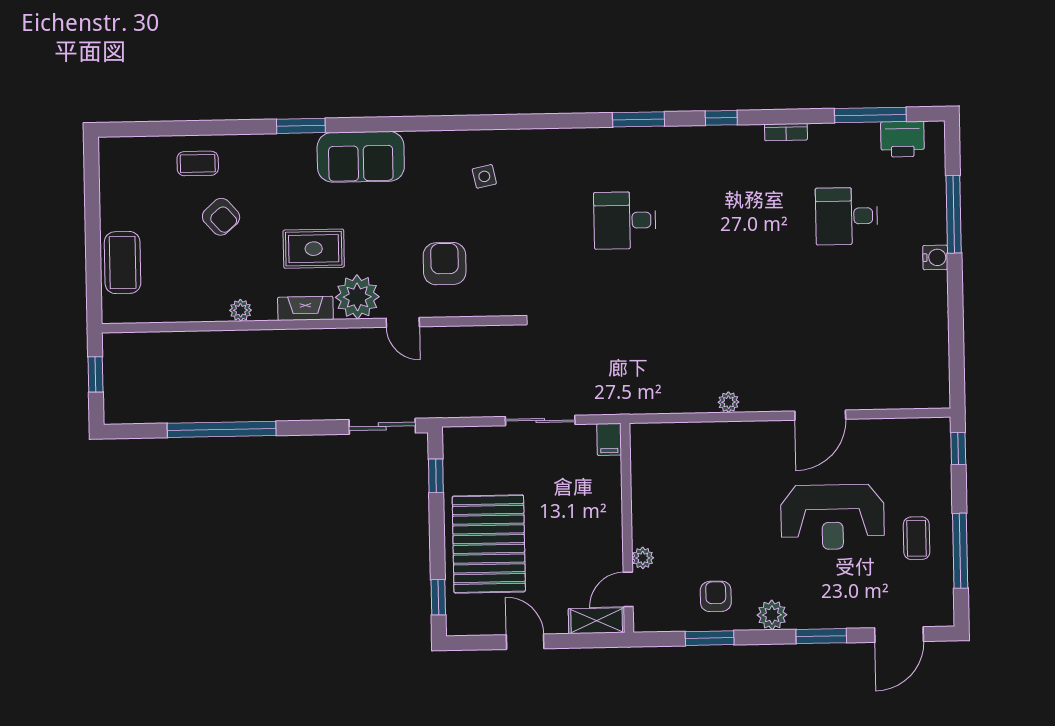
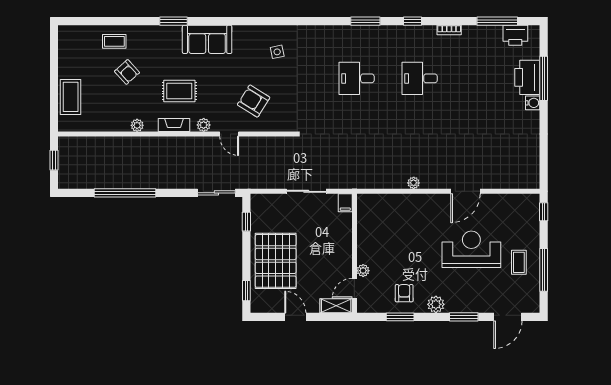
printer: (925, 213) -> (527, 77), added
desk: (847, 216) -> (420, 78), moved
armchair: (445, 264) -> (254, 101), turned -58
plant: (357, 297) -> (204, 125), width x0.53, depth x0.53
reception desk: (832, 517) -> (471, 249), turned 180

